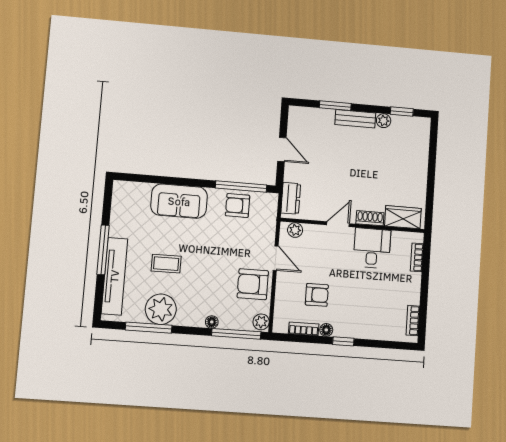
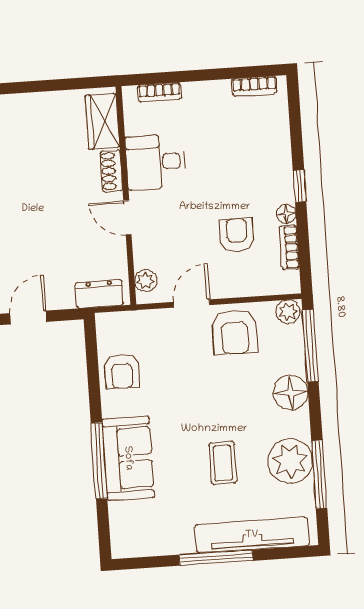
window: (241, 187) -> (99, 461), moved
floor lamp: (212, 322) -> (291, 393), width x1.89, depth x1.89

